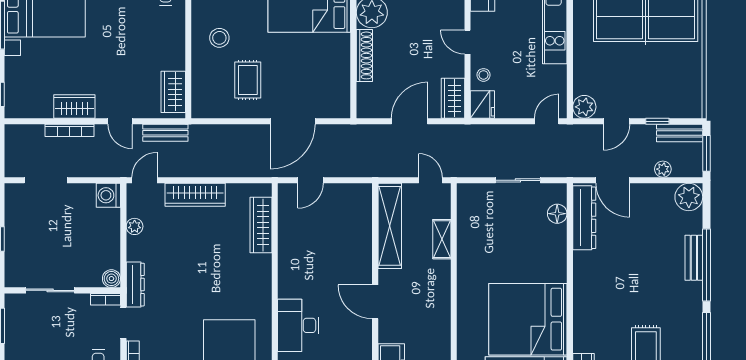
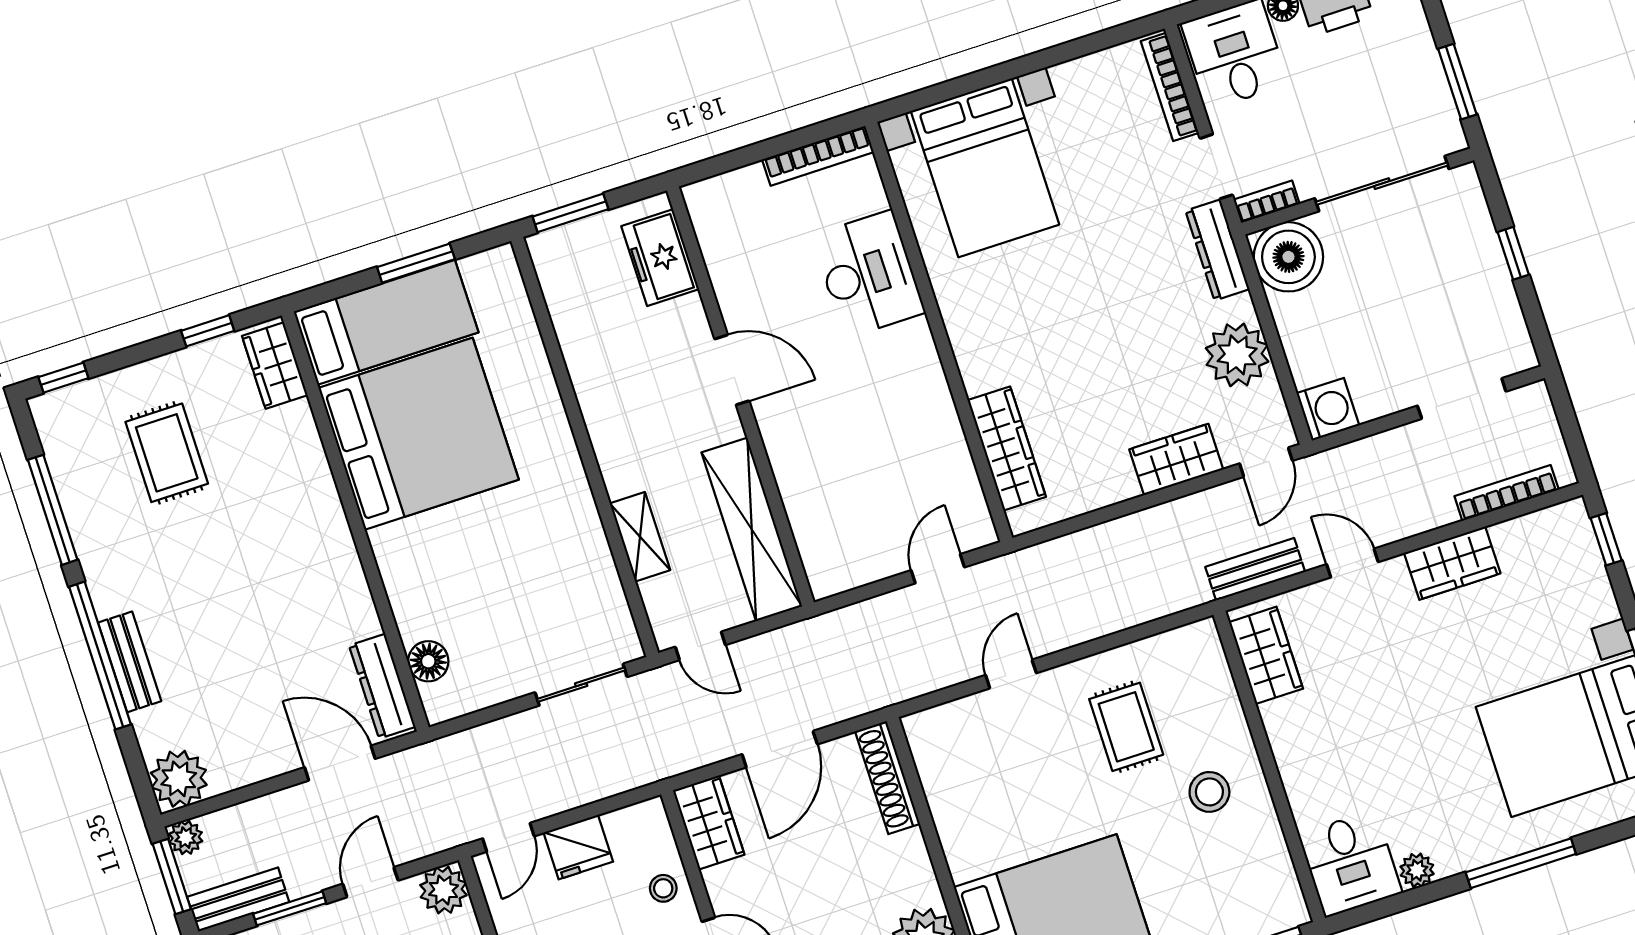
shoe rack: (364, 55) -> (888, 778), moved
fridge: (482, 105) -> (578, 847), moved, turned -90
door: (293, 121) -> (1011, 674), width x0.53
window: (657, 121) -> (290, 908), width x1.50
bookcase: (70, 130) -> (1507, 493), moved
plant: (663, 169) -> (186, 838), moved
sliding door: (518, 180) -> (581, 685), moved
wardrobe: (195, 195) -> (1176, 459), width x0.67
dresser: (584, 218) -> (382, 686), width x0.73, depth x0.80
plant: (135, 226) -> (1237, 355), width x1.88, depth x1.88
boiler: (111, 279) -> (1288, 257), width x1.86, depth x1.86
sliding door: (50, 290) -> (1382, 184), width x1.37

